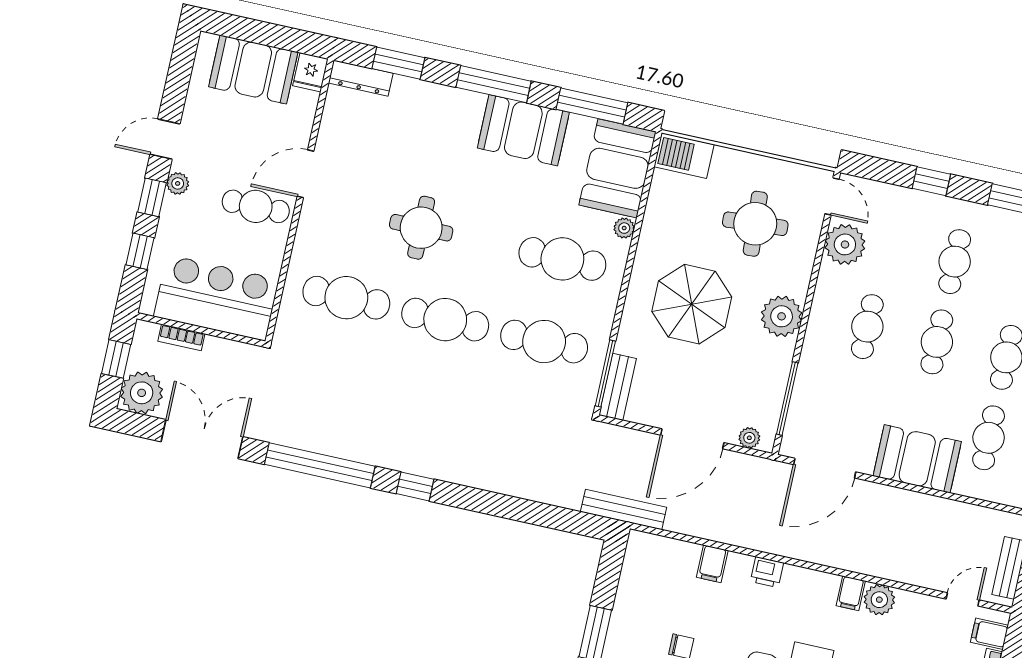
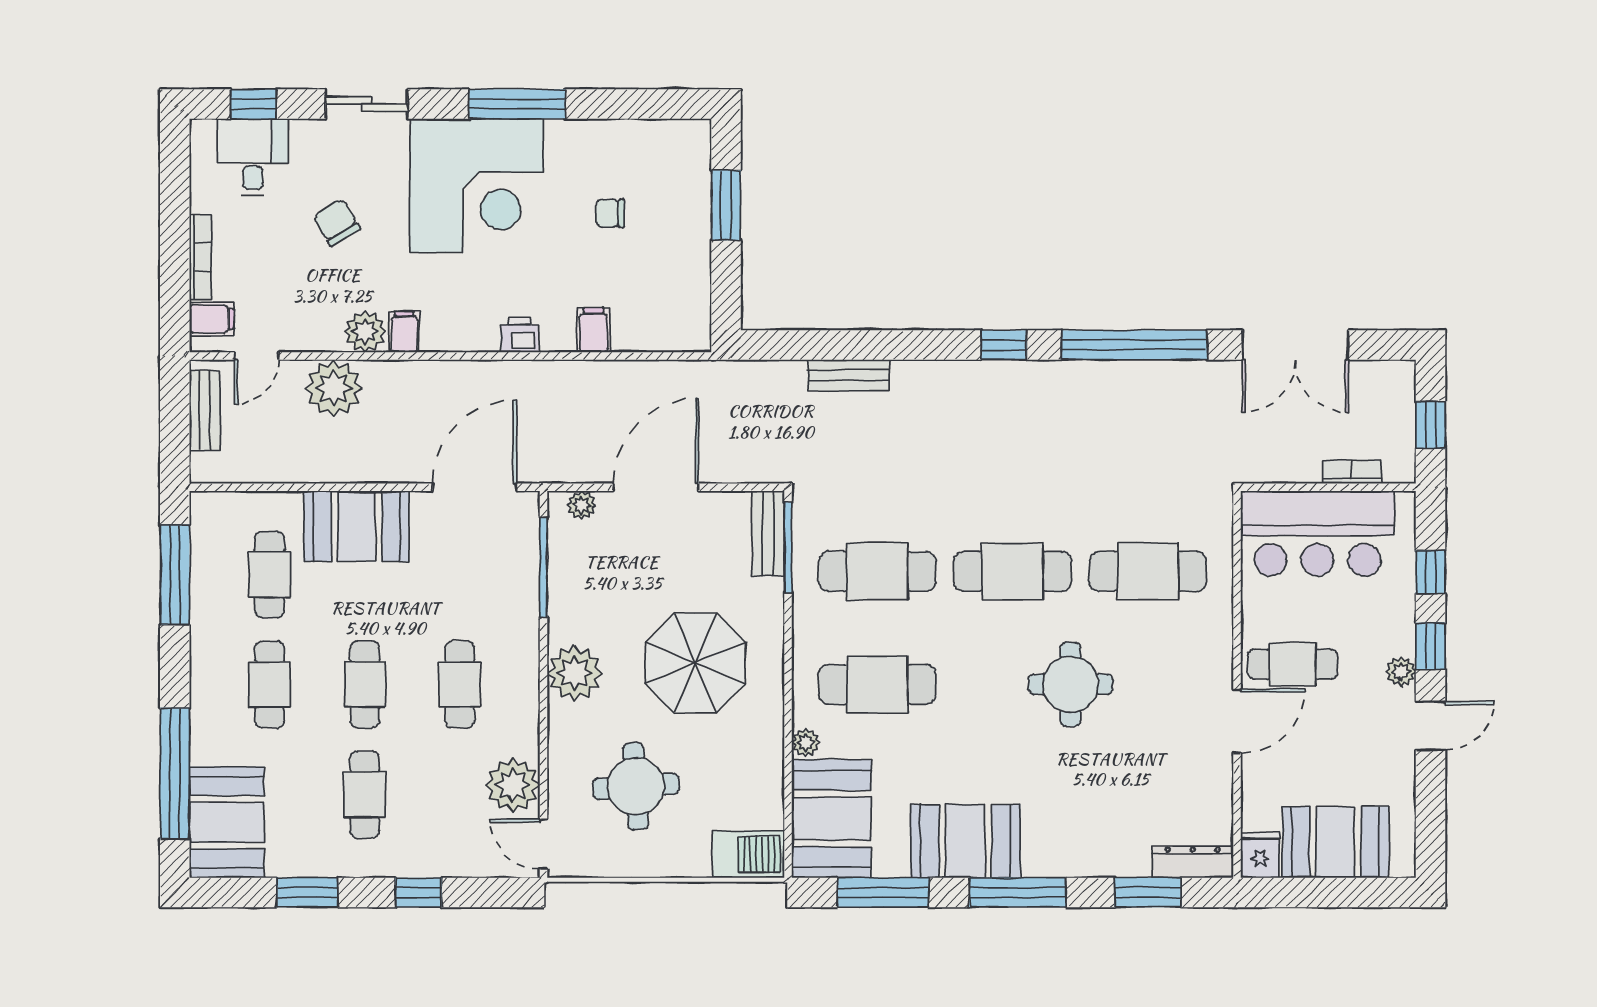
plant: (142, 393) -> (334, 388), moved
bench: (624, 510) -> (849, 375), moved, width x0.73

